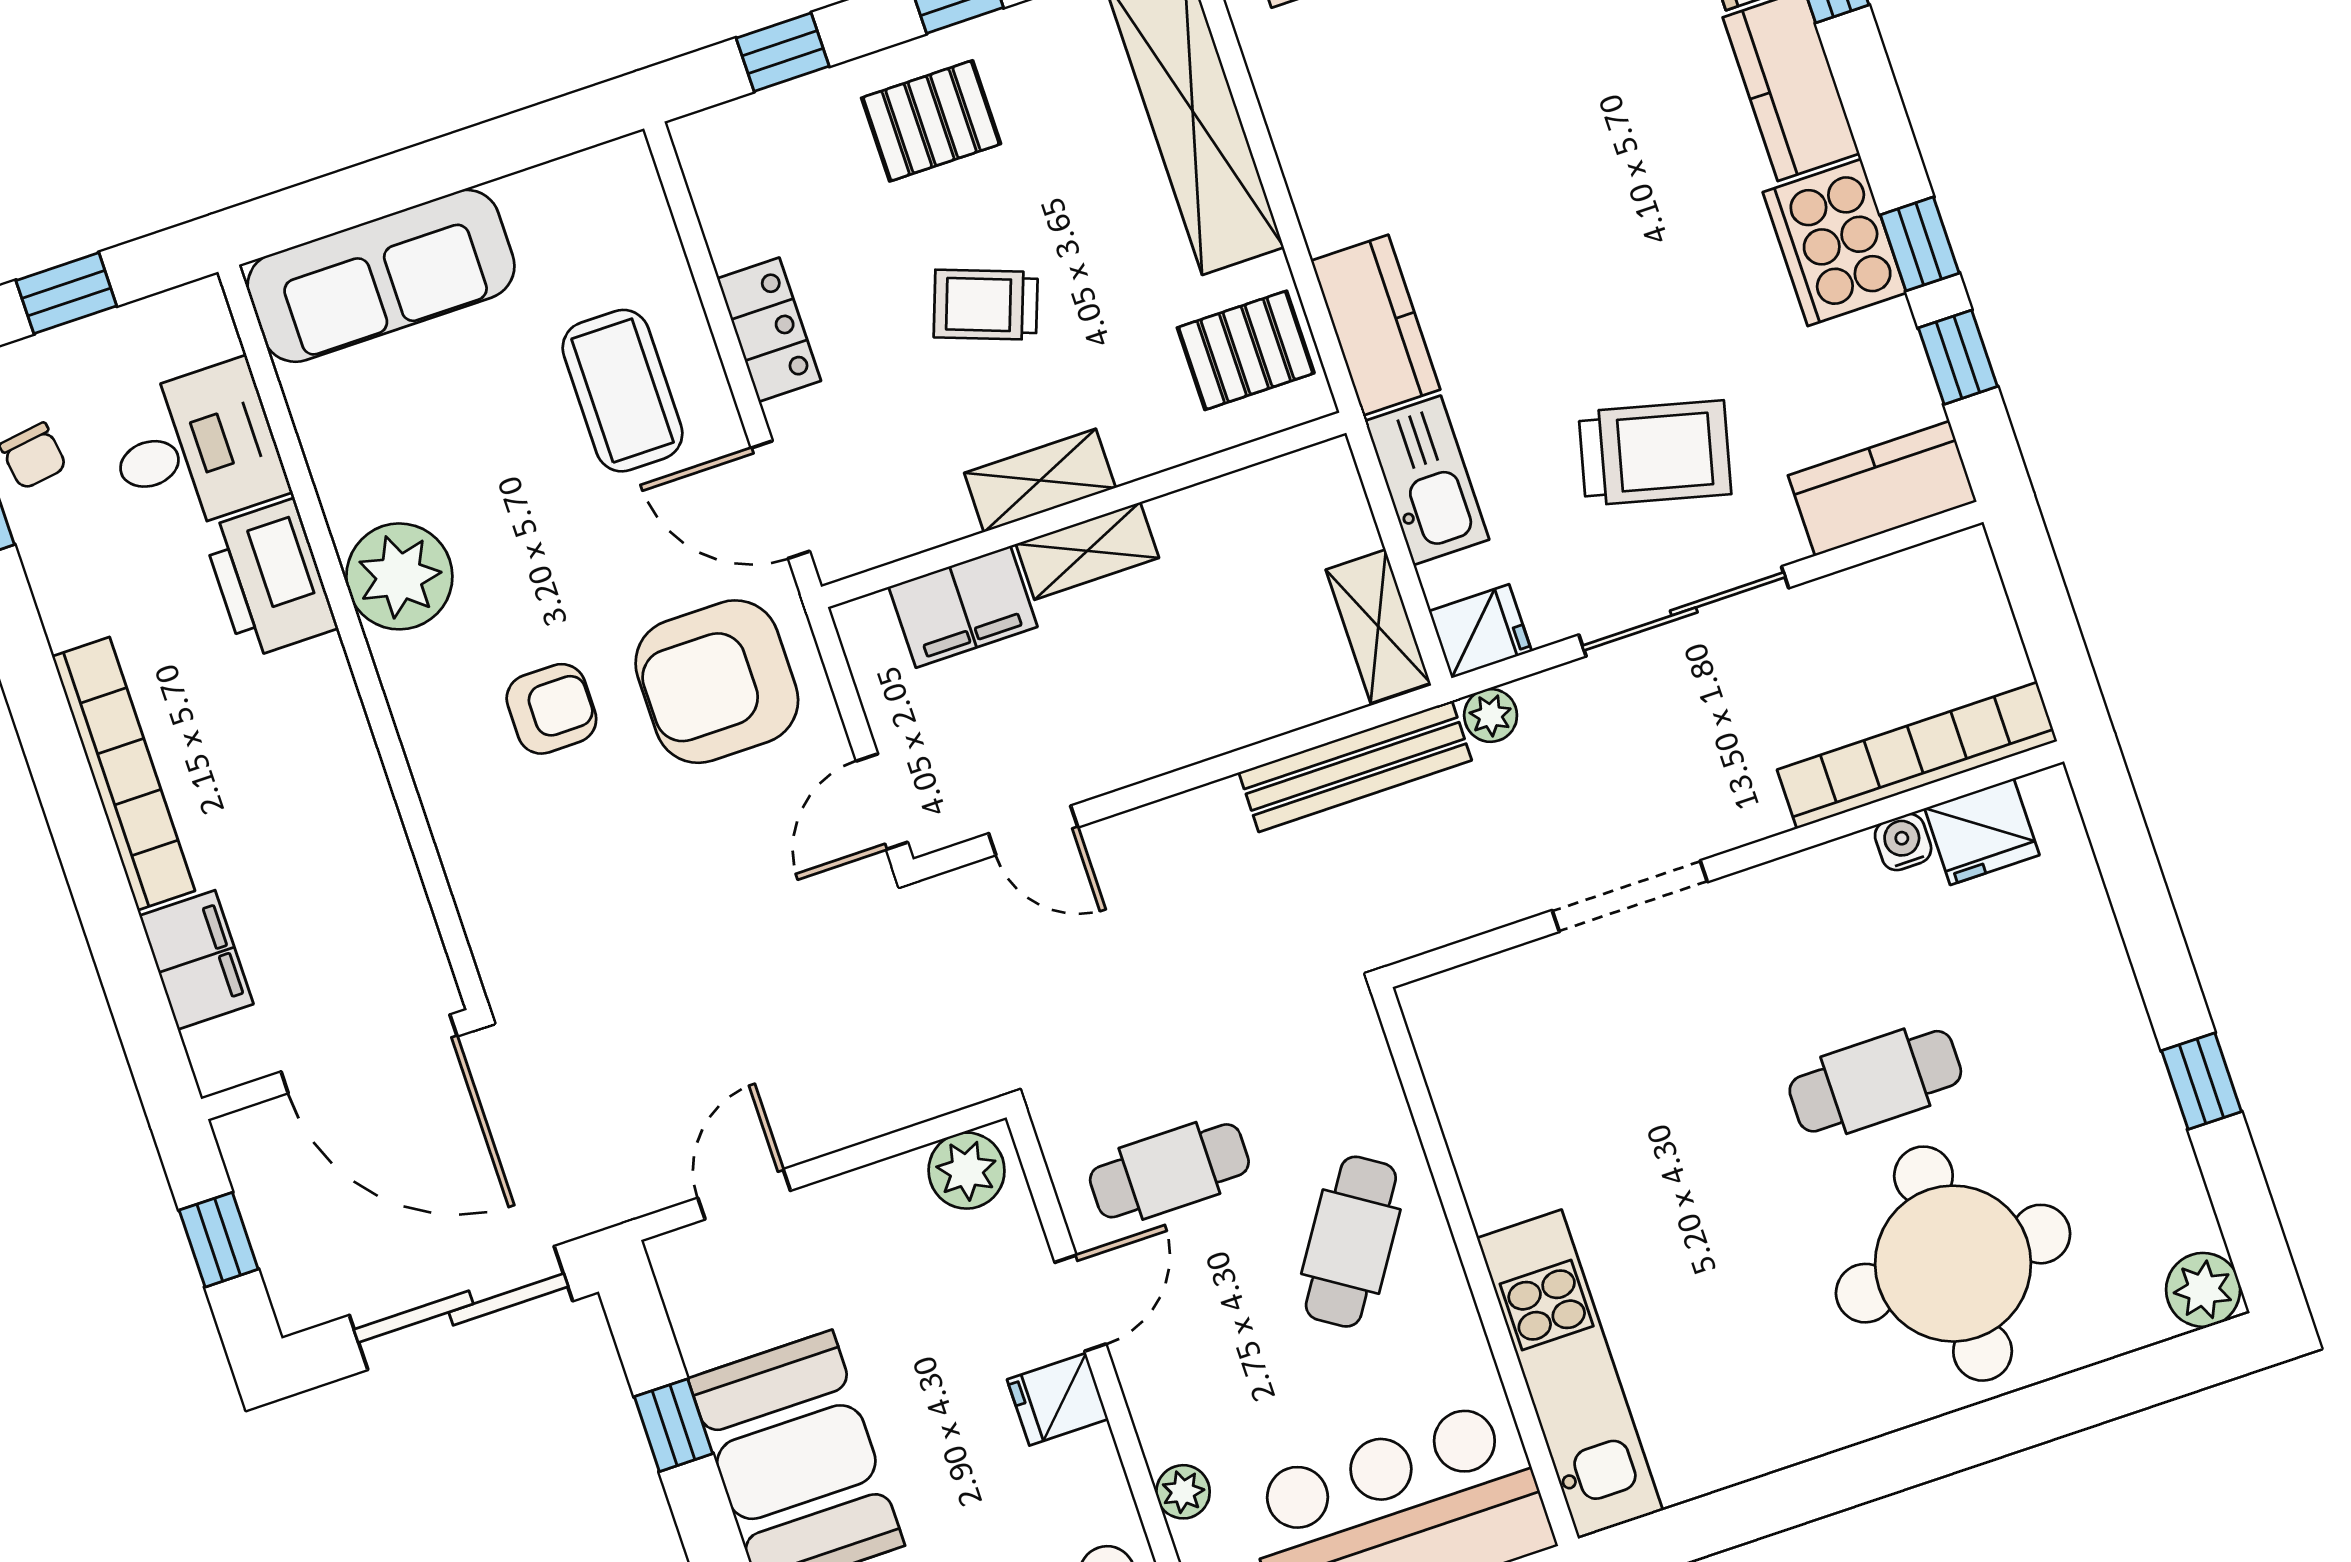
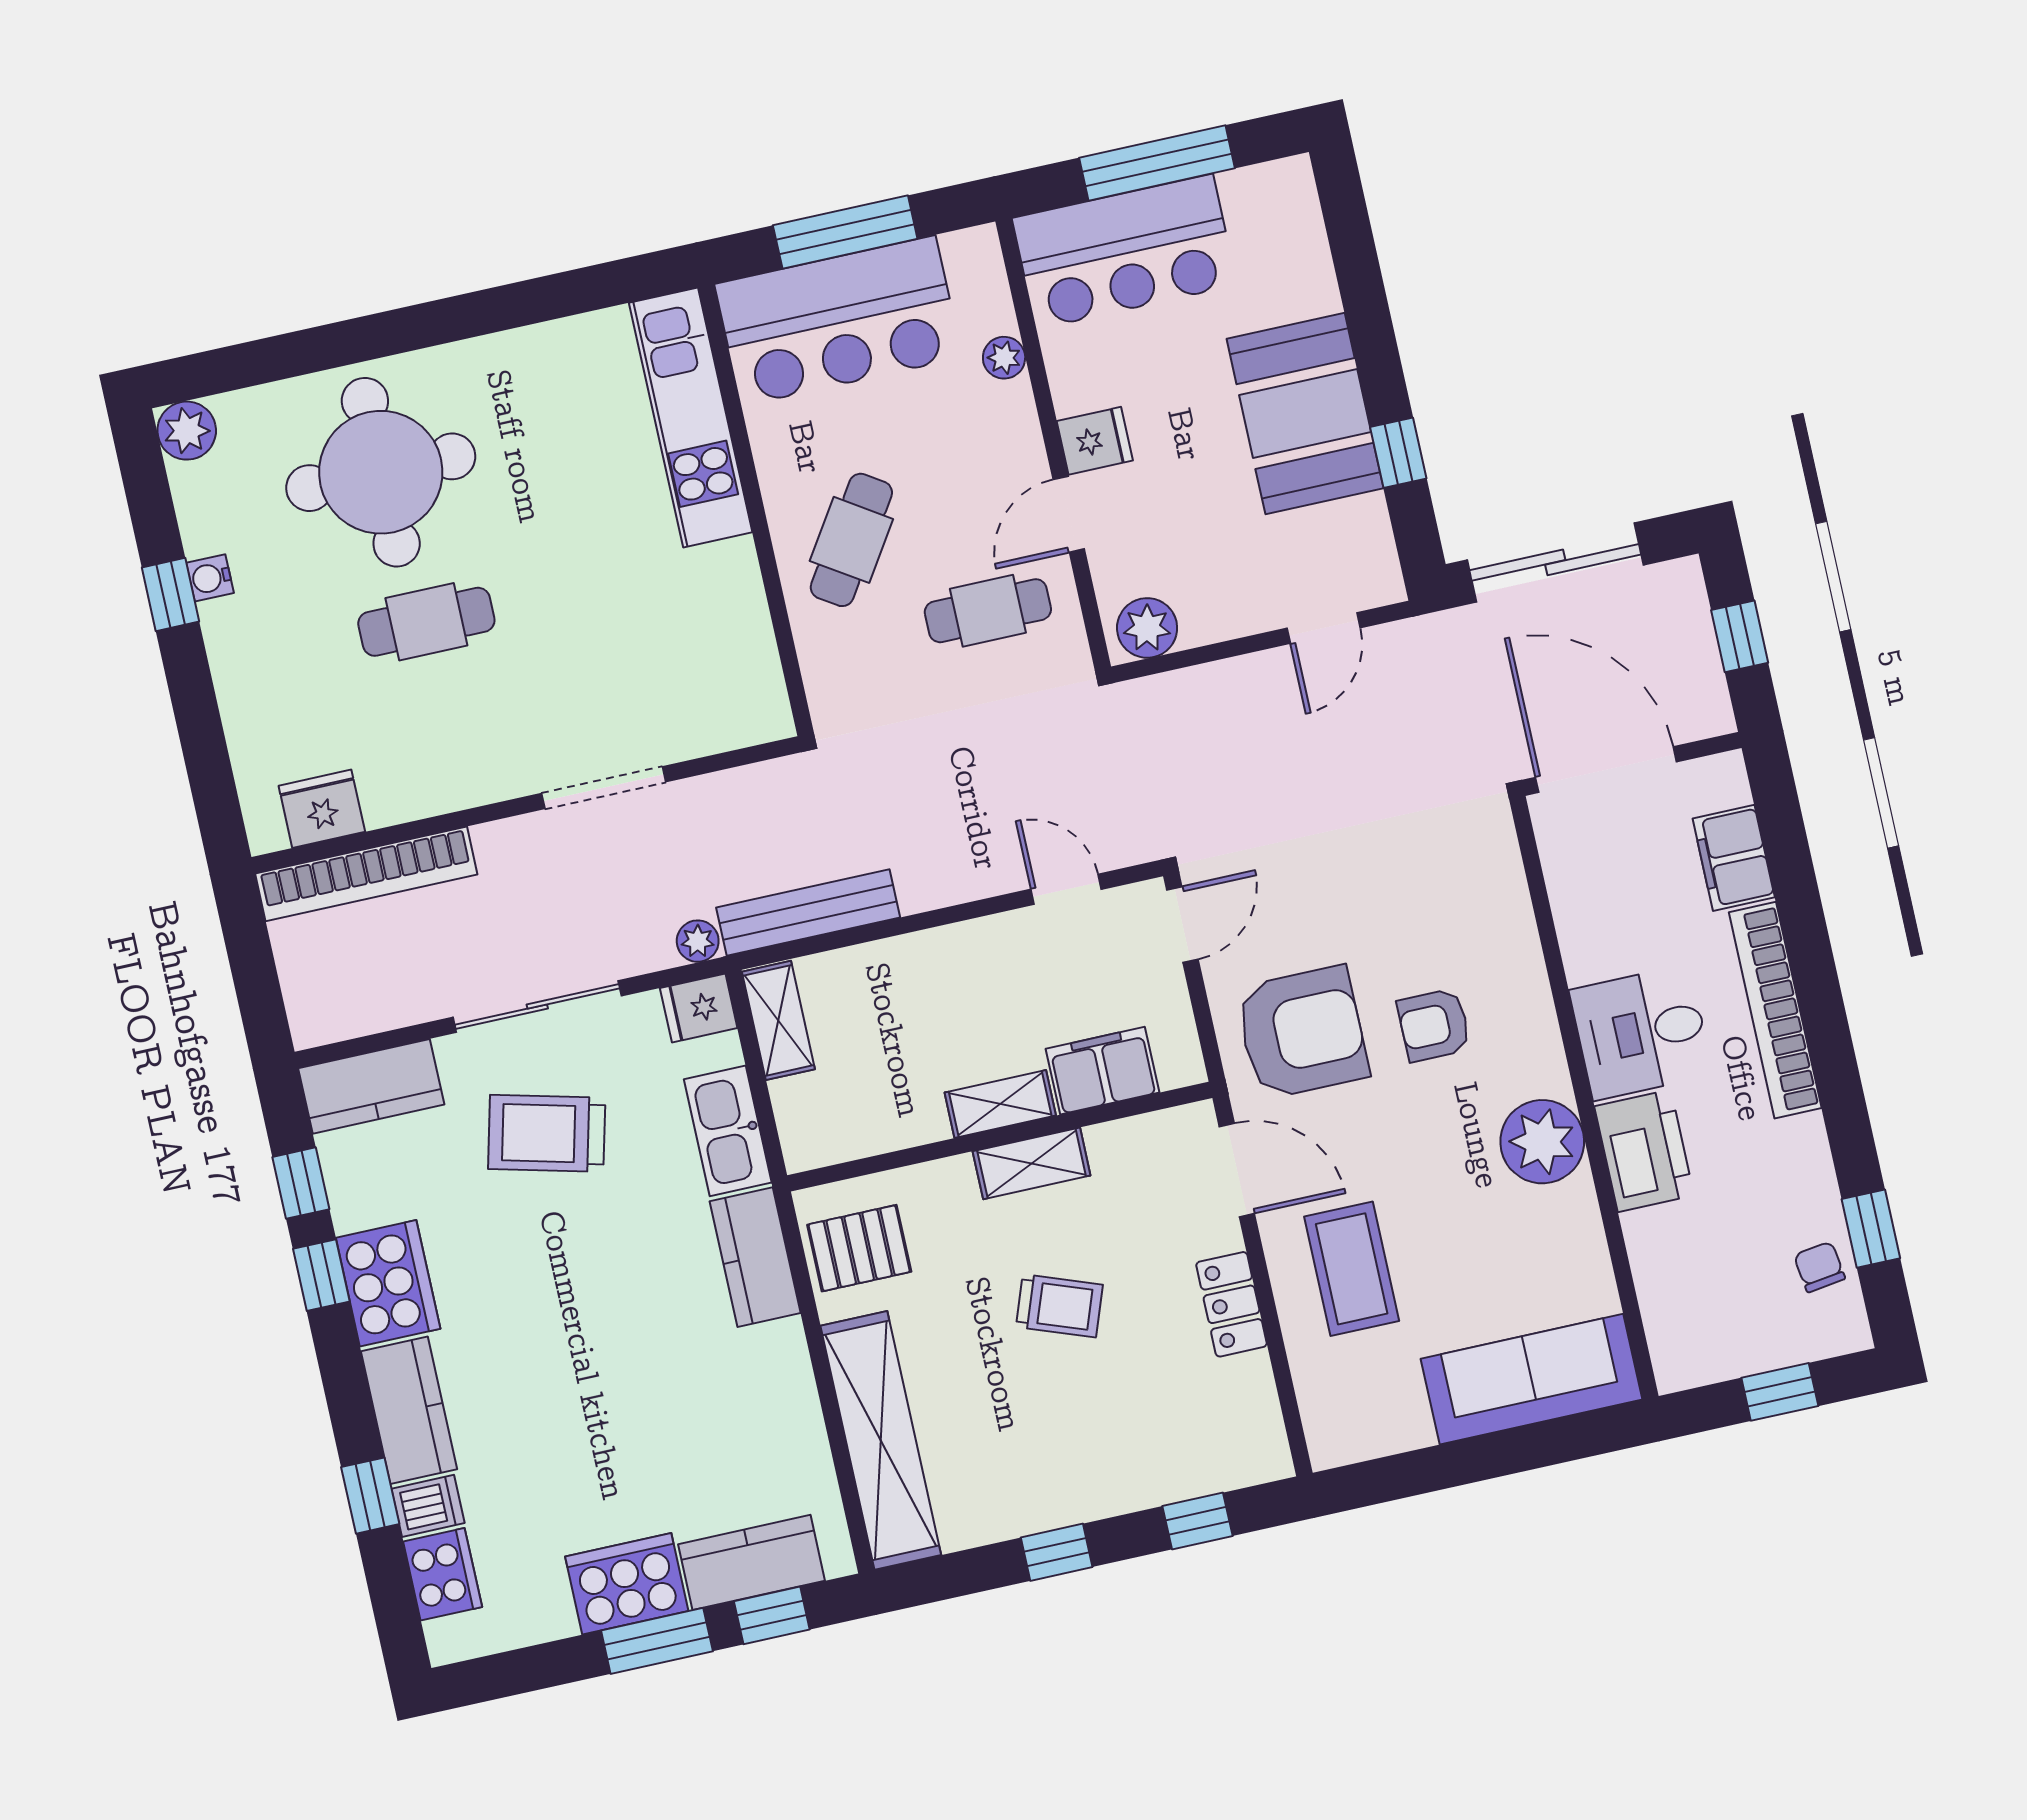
pallet: (931, 121) -> (1087, 1455), removed
desk: (196, 448) -> (1641, 1032), moved
water cooler: (1903, 842) -> (210, 578), moved, turned 90

